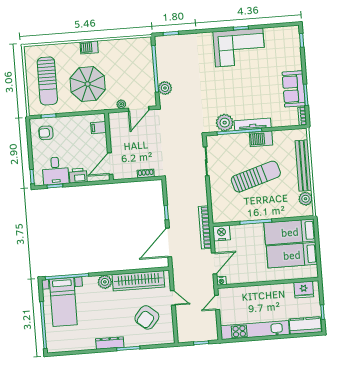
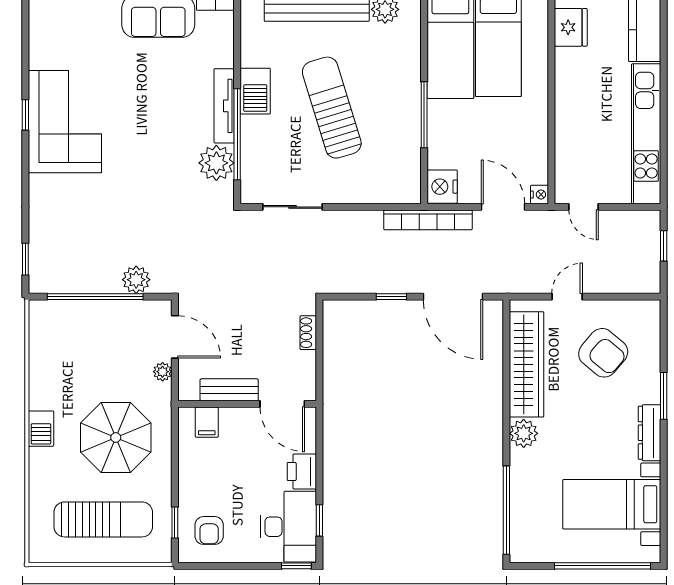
bench: (115, 137) -> (229, 390), added
desk: (55, 171) -> (289, 527), width x1.37
bed with nightstands: (63, 302) -> (612, 504), moved, turned 180

